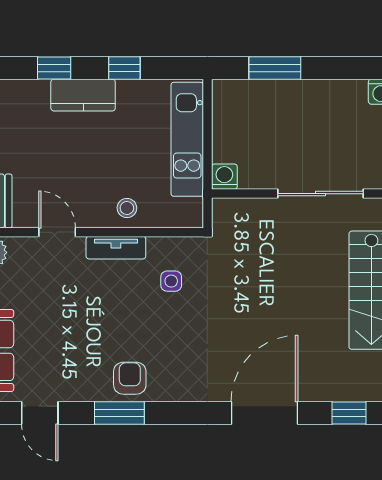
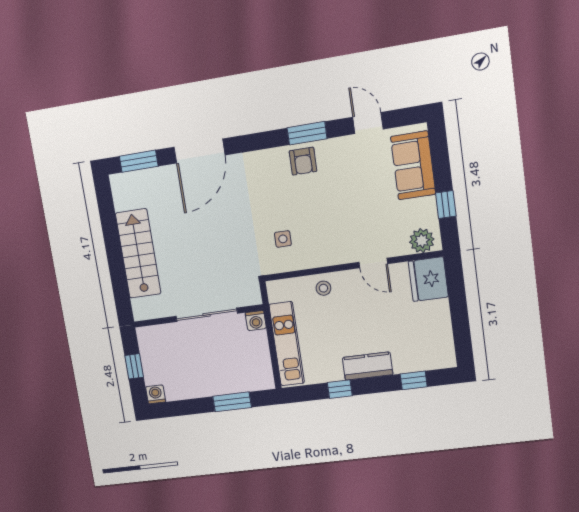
window: (54, 68) -> (414, 380), moved
sliding door: (321, 194) -> (207, 315), moved
tv unit: (116, 248) -> (327, 258), removed
window: (349, 413) -> (139, 161), width x1.50

